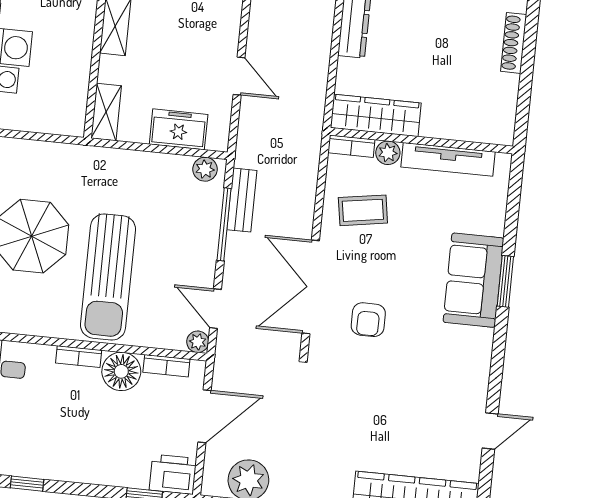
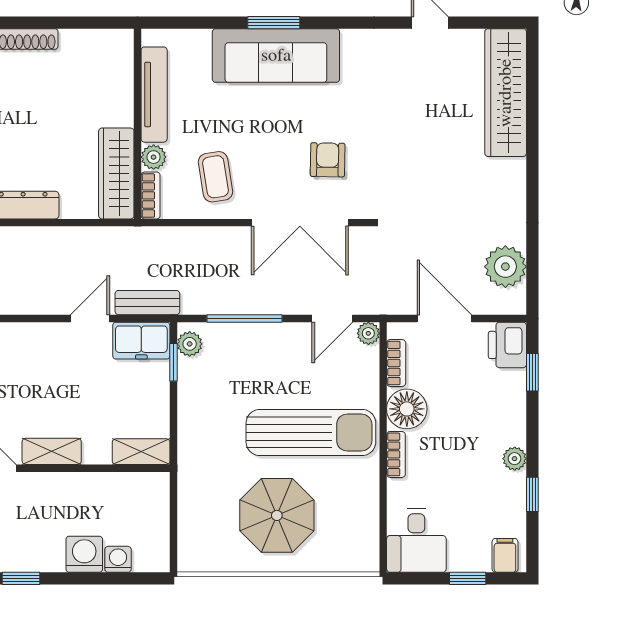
freezer: (179, 129) -> (141, 341), moved, turned -90
window: (189, 152) -> (173, 362), added
bench: (242, 200) -> (147, 303), moved
sofa: (473, 280) -> (276, 56), width x1.36
armchair: (368, 320) -> (328, 160), turned -89
plant: (63, 470) -> (515, 459), added

